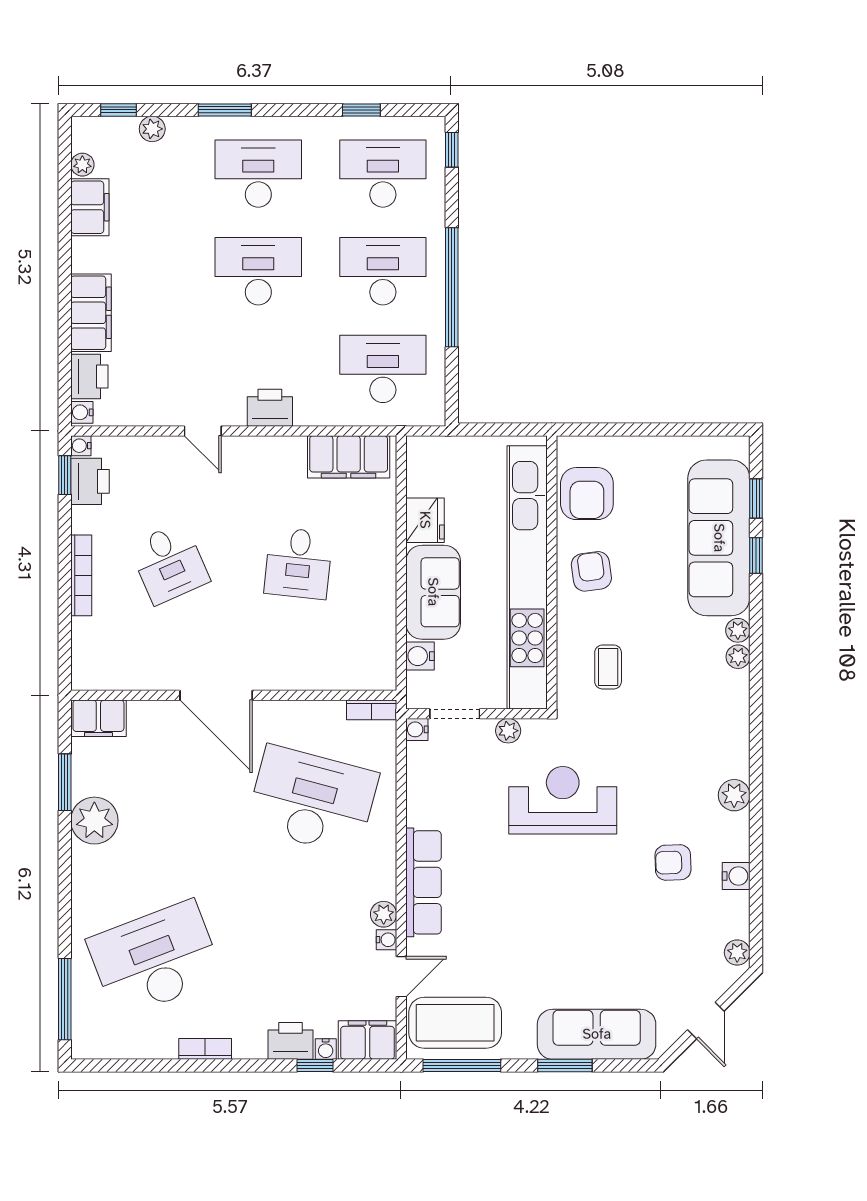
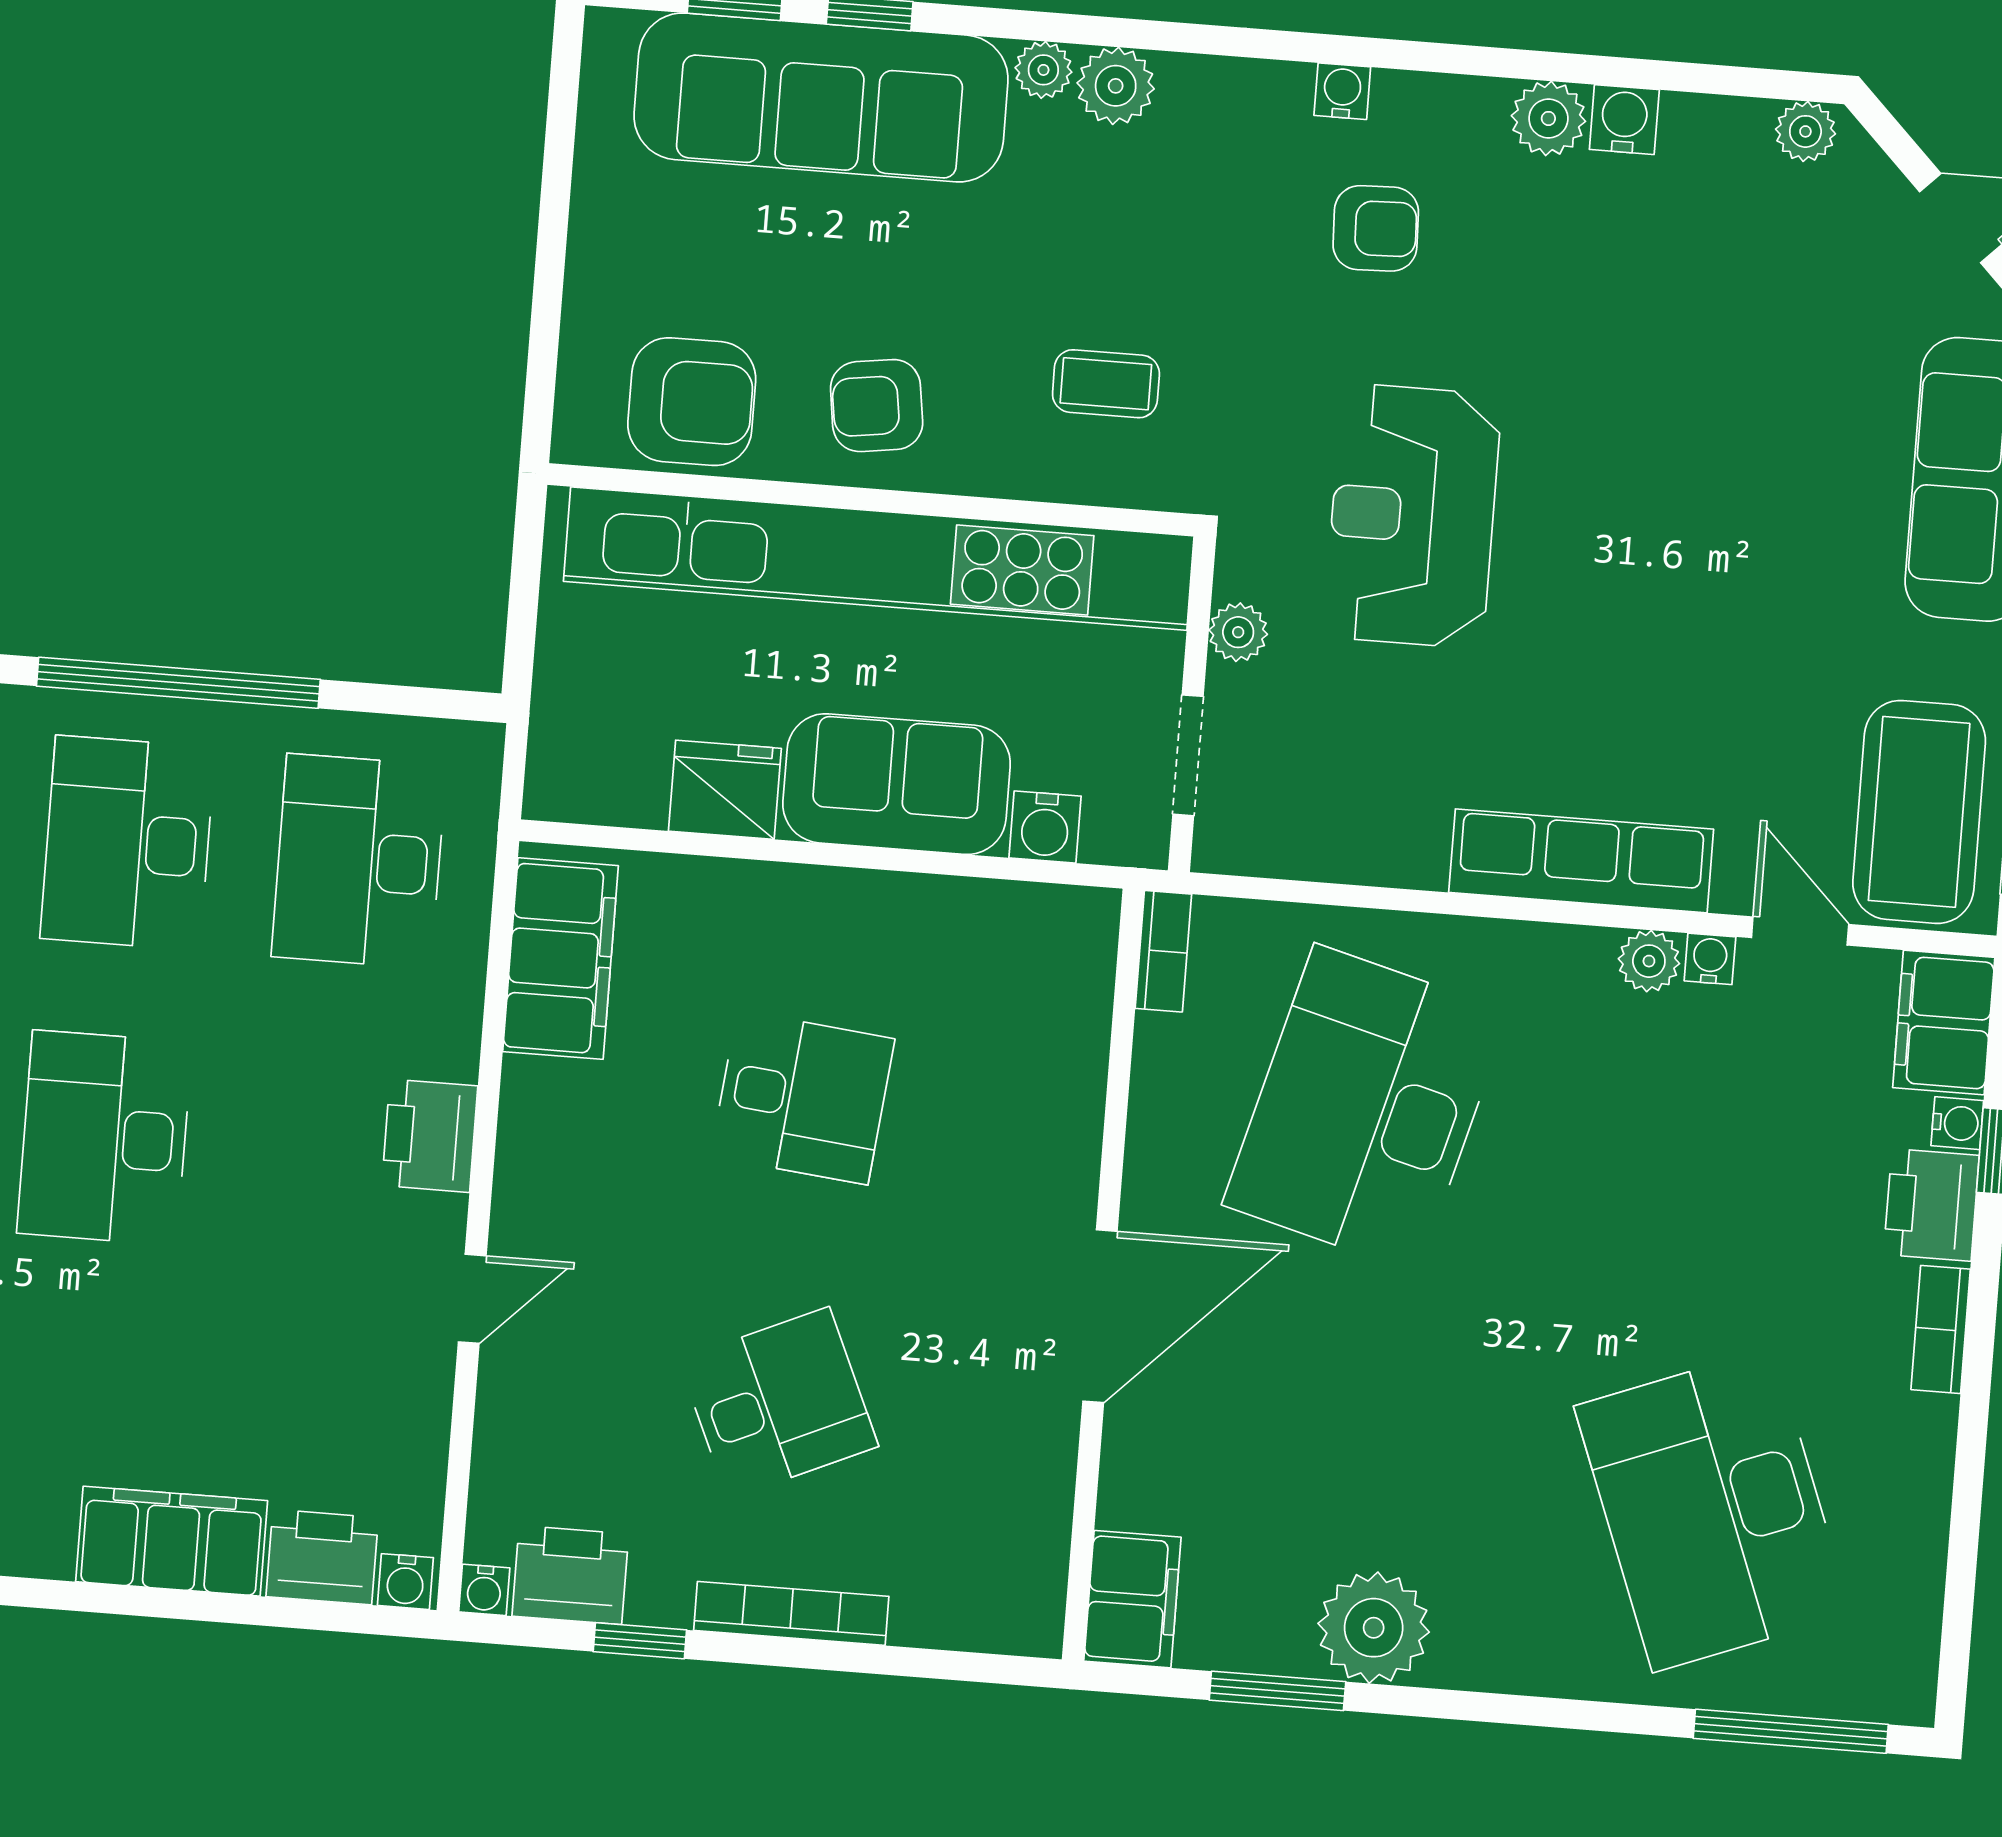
window: (65, 475) -> (640, 1641), moved
plant: (738, 657) -> (1116, 86), width x1.38, depth x1.38
water cooler: (417, 729) -> (1342, 91), moved, turned 180
plant: (734, 795) -> (1548, 118), moved
armchair: (673, 862) -> (1376, 228), moved, turned -90
bookcase: (205, 1049) -> (1941, 1329), moved

